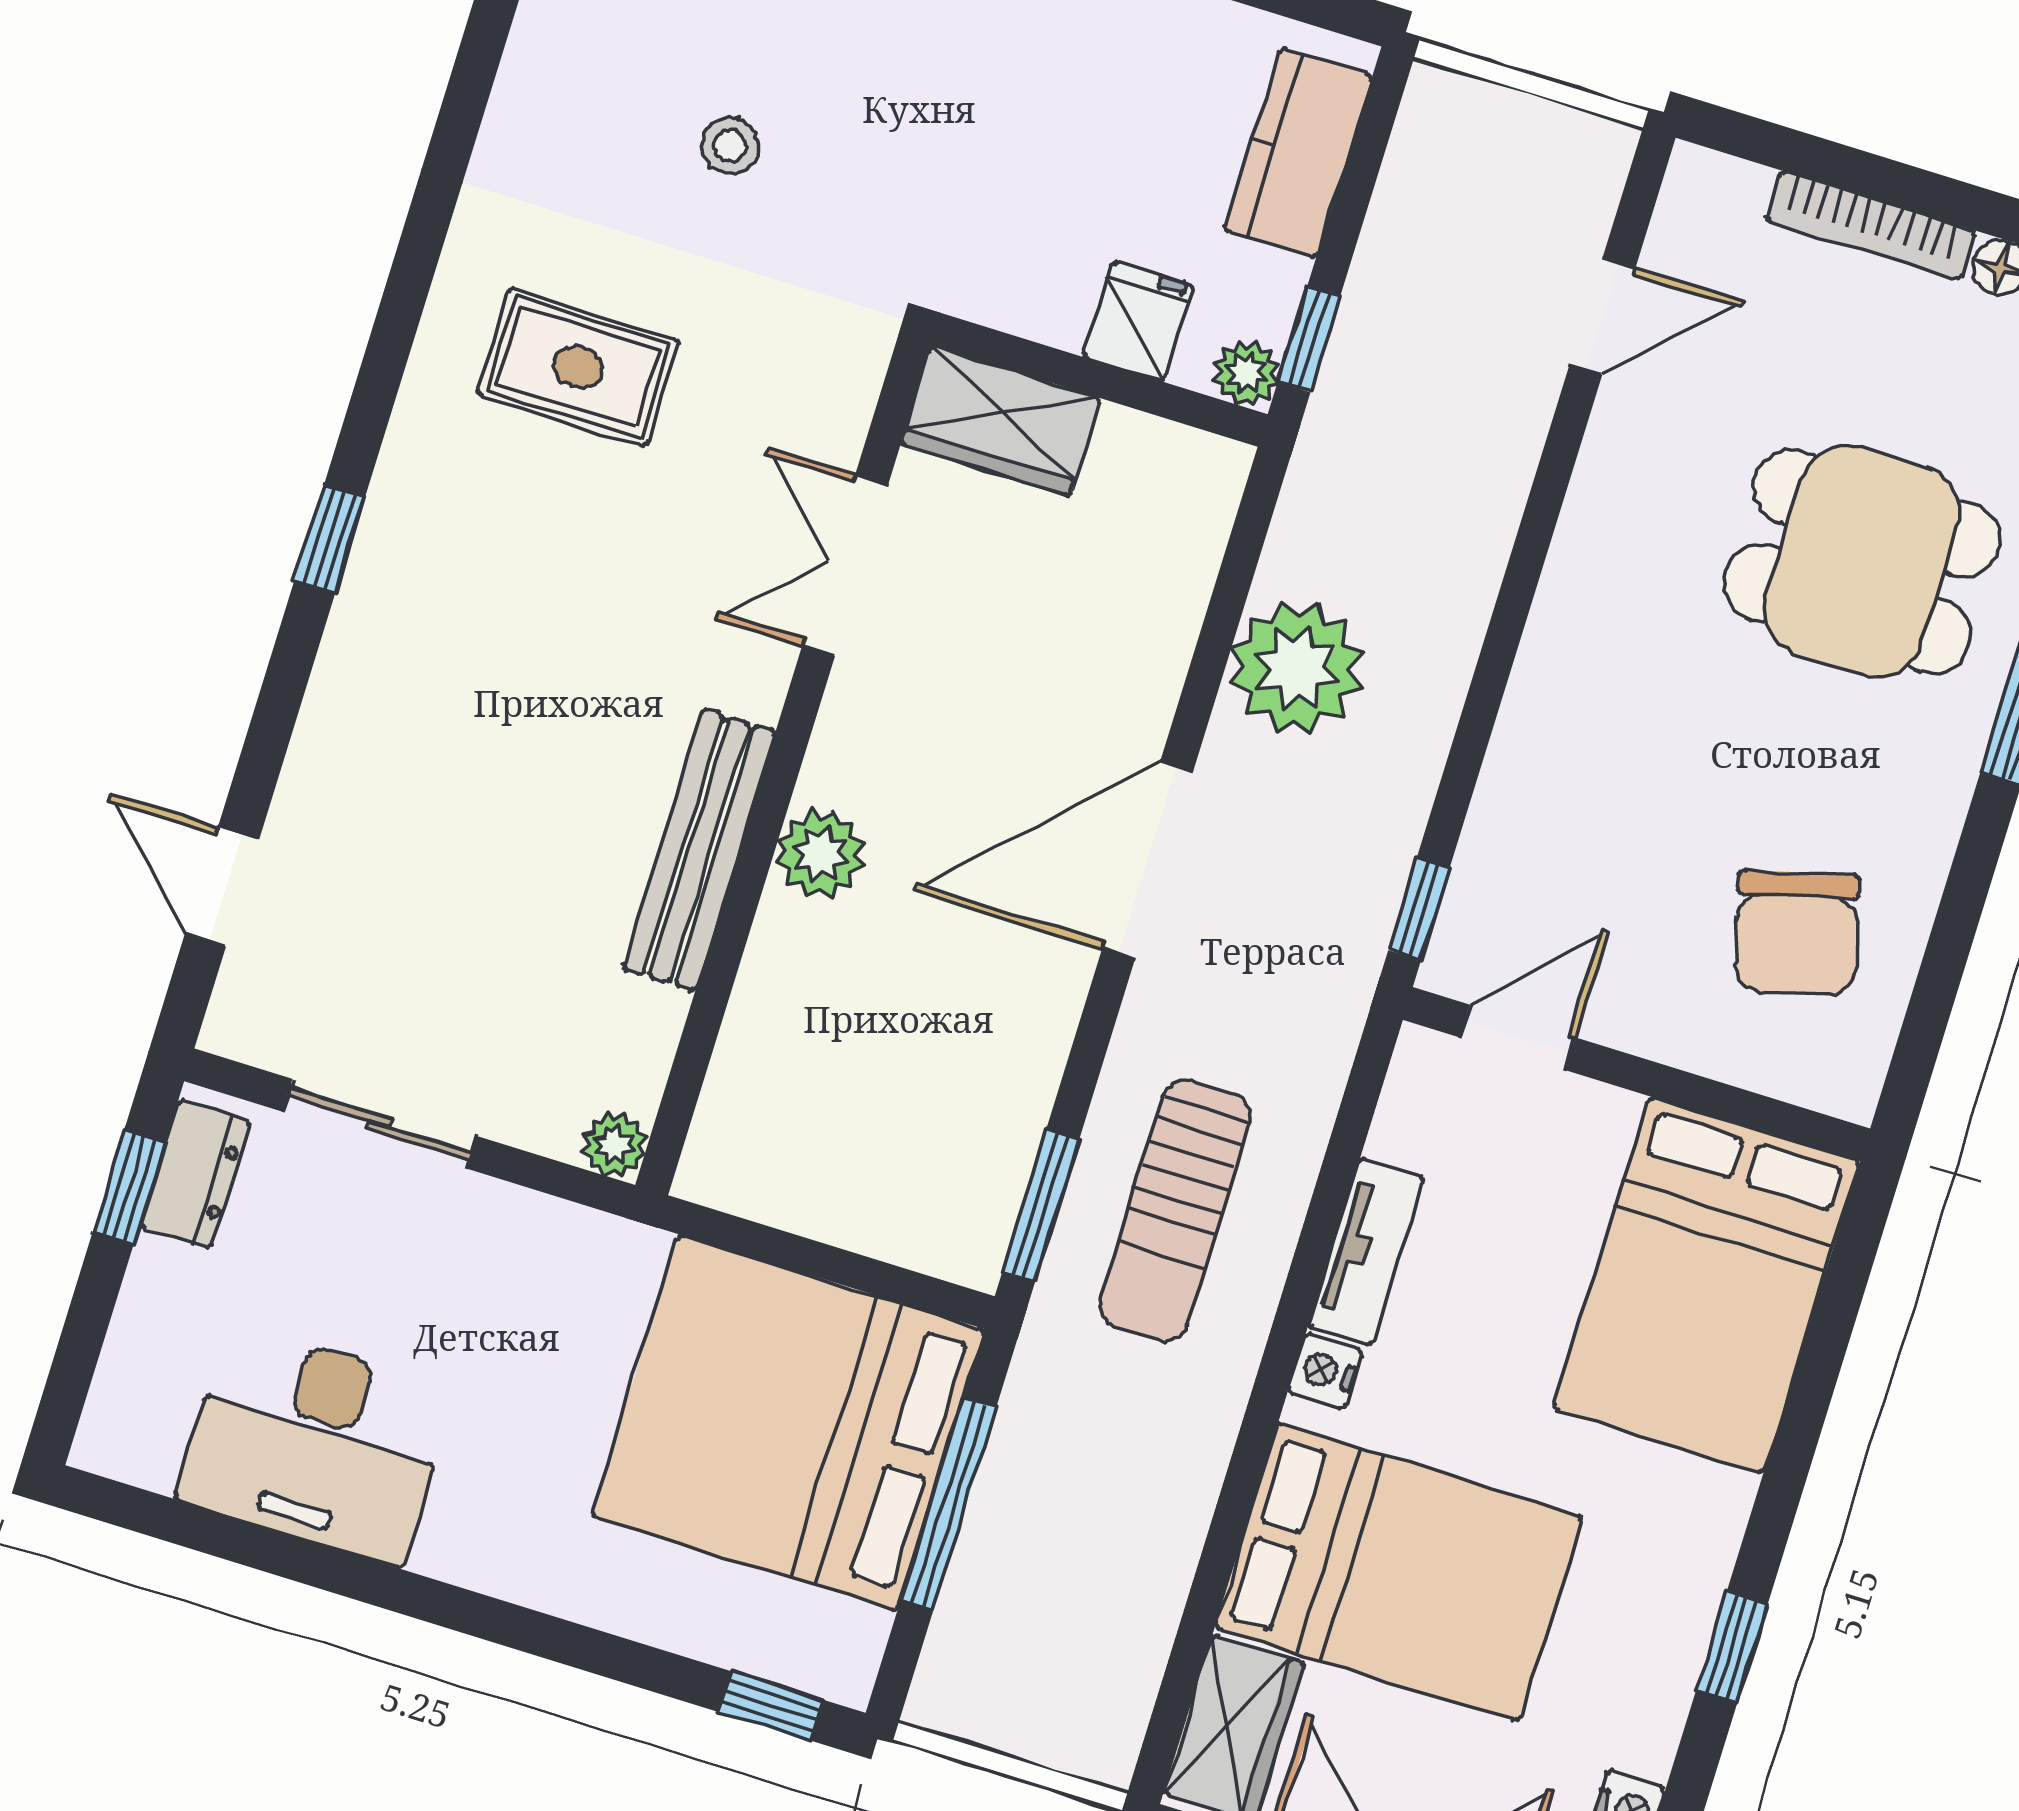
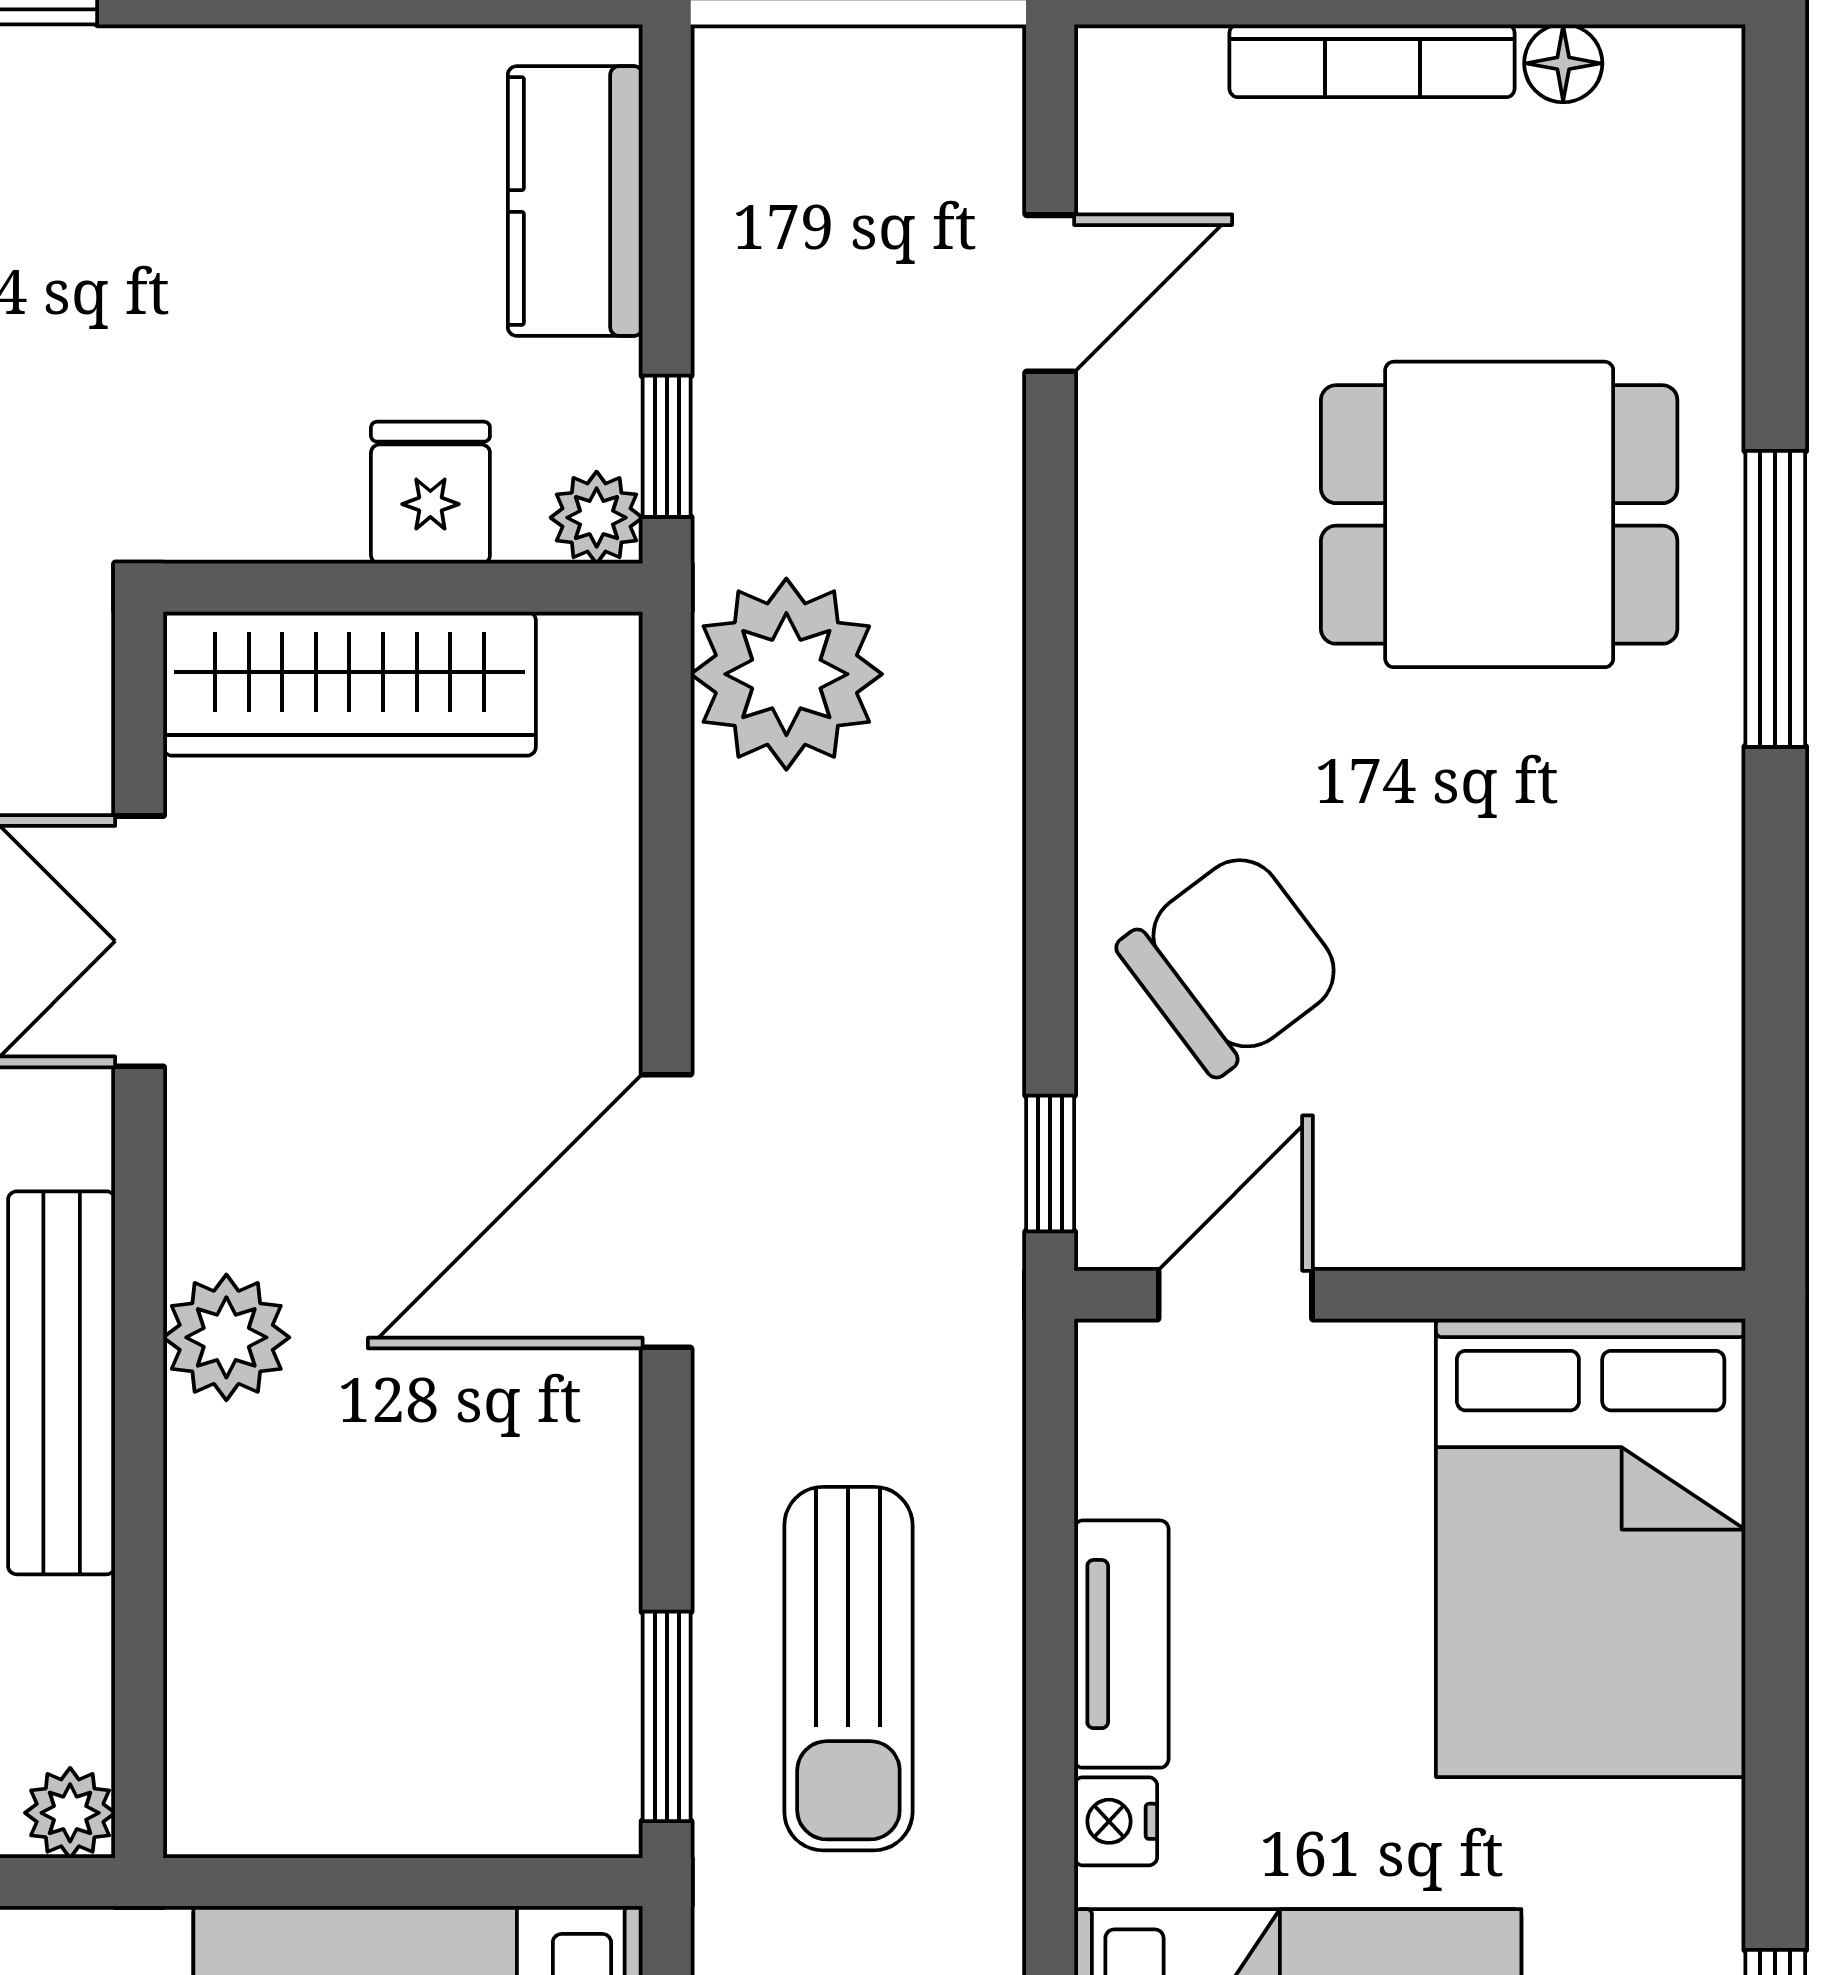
wardrobe: (1000, 421) -> (349, 684), width x1.50
plant: (1297, 668) -> (786, 674), moved
chair: (1797, 933) -> (1231, 963), moved, turned -112

